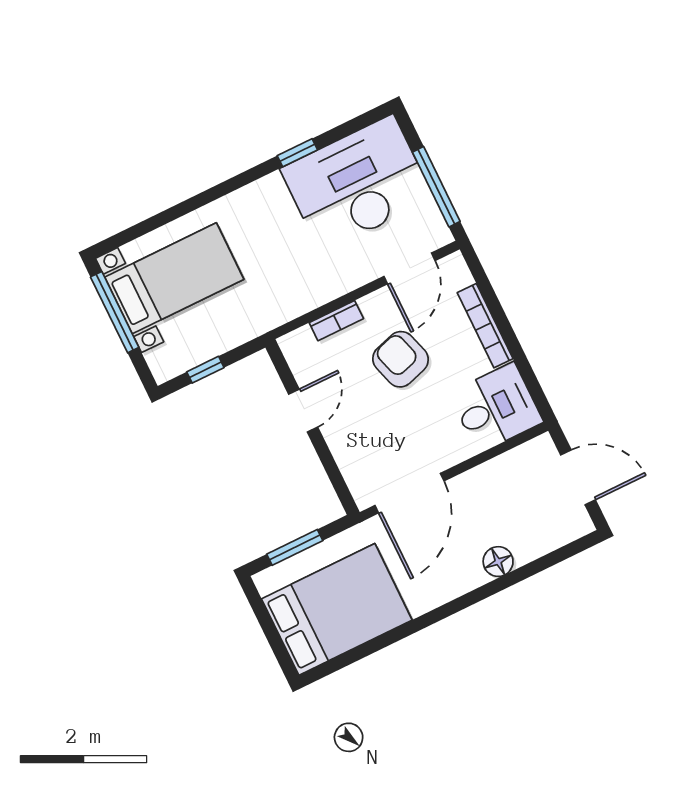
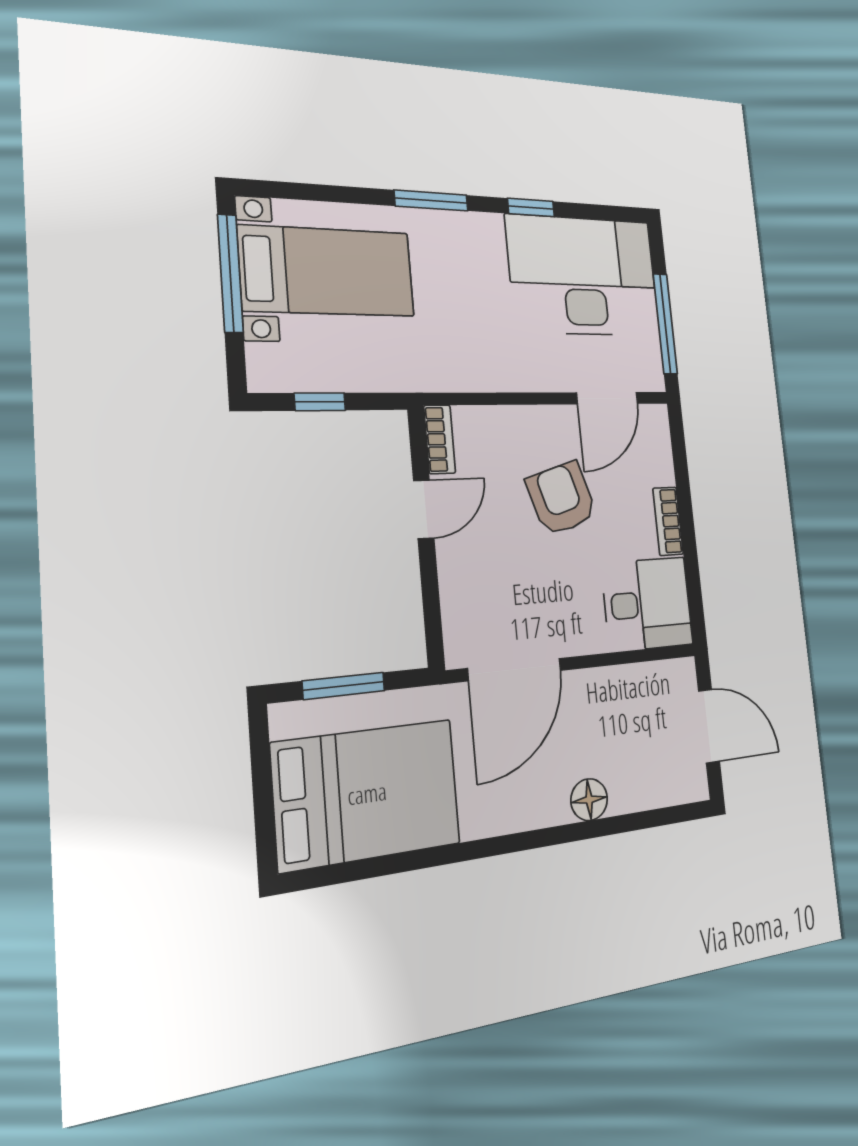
window: (224, 189) -> (431, 201), added
bookcase: (336, 321) -> (440, 439), moved, turned -90
bookcase: (485, 326) -> (668, 521), width x0.64

